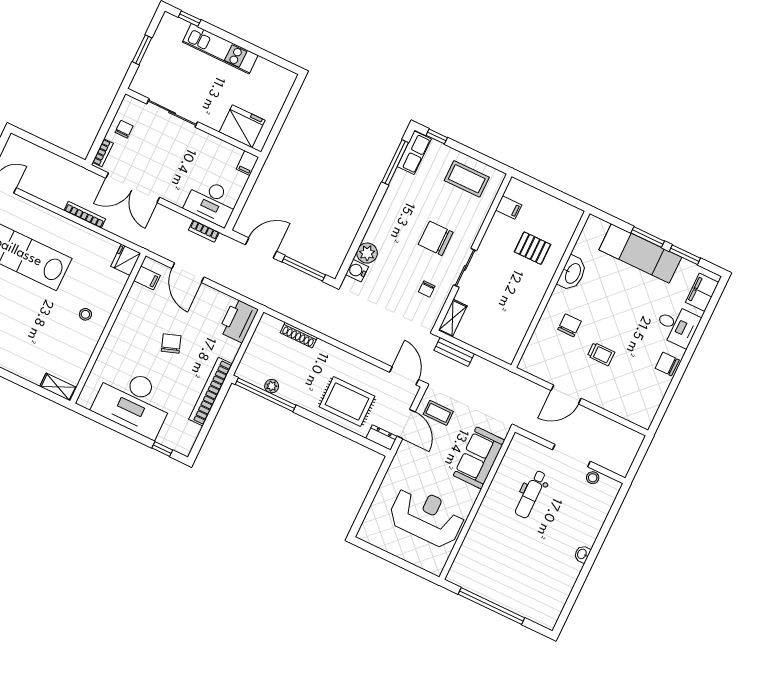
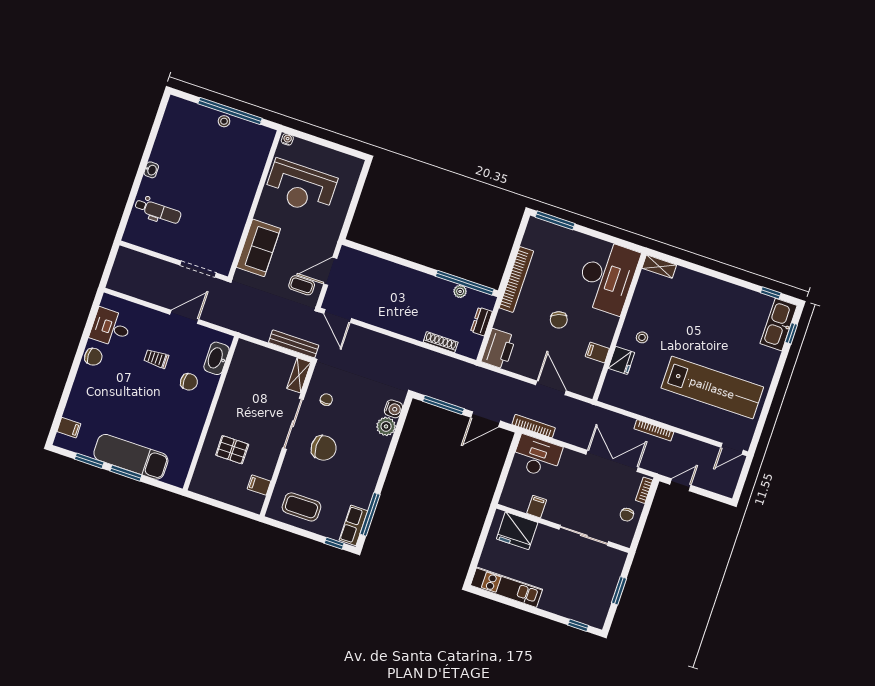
kitchen unit: (220, 49) -> (506, 587), moved
door: (64, 154) -> (680, 485), added
filing cabinet: (247, 163) -> (537, 507), moved
bookcase: (204, 231) -> (534, 426), width x1.56
fridge: (126, 260) -> (621, 360), moved
sliding door: (465, 268) -> (293, 424), width x1.37
washbasin: (572, 273) -> (217, 358), moved
filing cabinet: (147, 278) -> (597, 353), moved
filing cabinet: (702, 292) -> (69, 428), width x0.50
chair: (570, 325) -> (189, 382), turned -90
desk: (677, 326) -> (111, 328), moved
bench: (454, 352) -> (294, 344), width x1.36
rug: (347, 401) -> (388, 286), removed
desk: (134, 402) -> (607, 277), moved, turned 90
door: (406, 424) -> (330, 271), hinge flipped
dresser: (381, 437) -> (481, 322), moved, turned 90
window: (162, 449) -> (555, 220), width x2.17
doorway: (571, 456) -> (198, 269), moved
stool: (593, 478) -> (224, 121), moved
dental chair: (531, 494) -> (158, 211), moved, turned 90
water cooler: (435, 569) -> (287, 139), added

